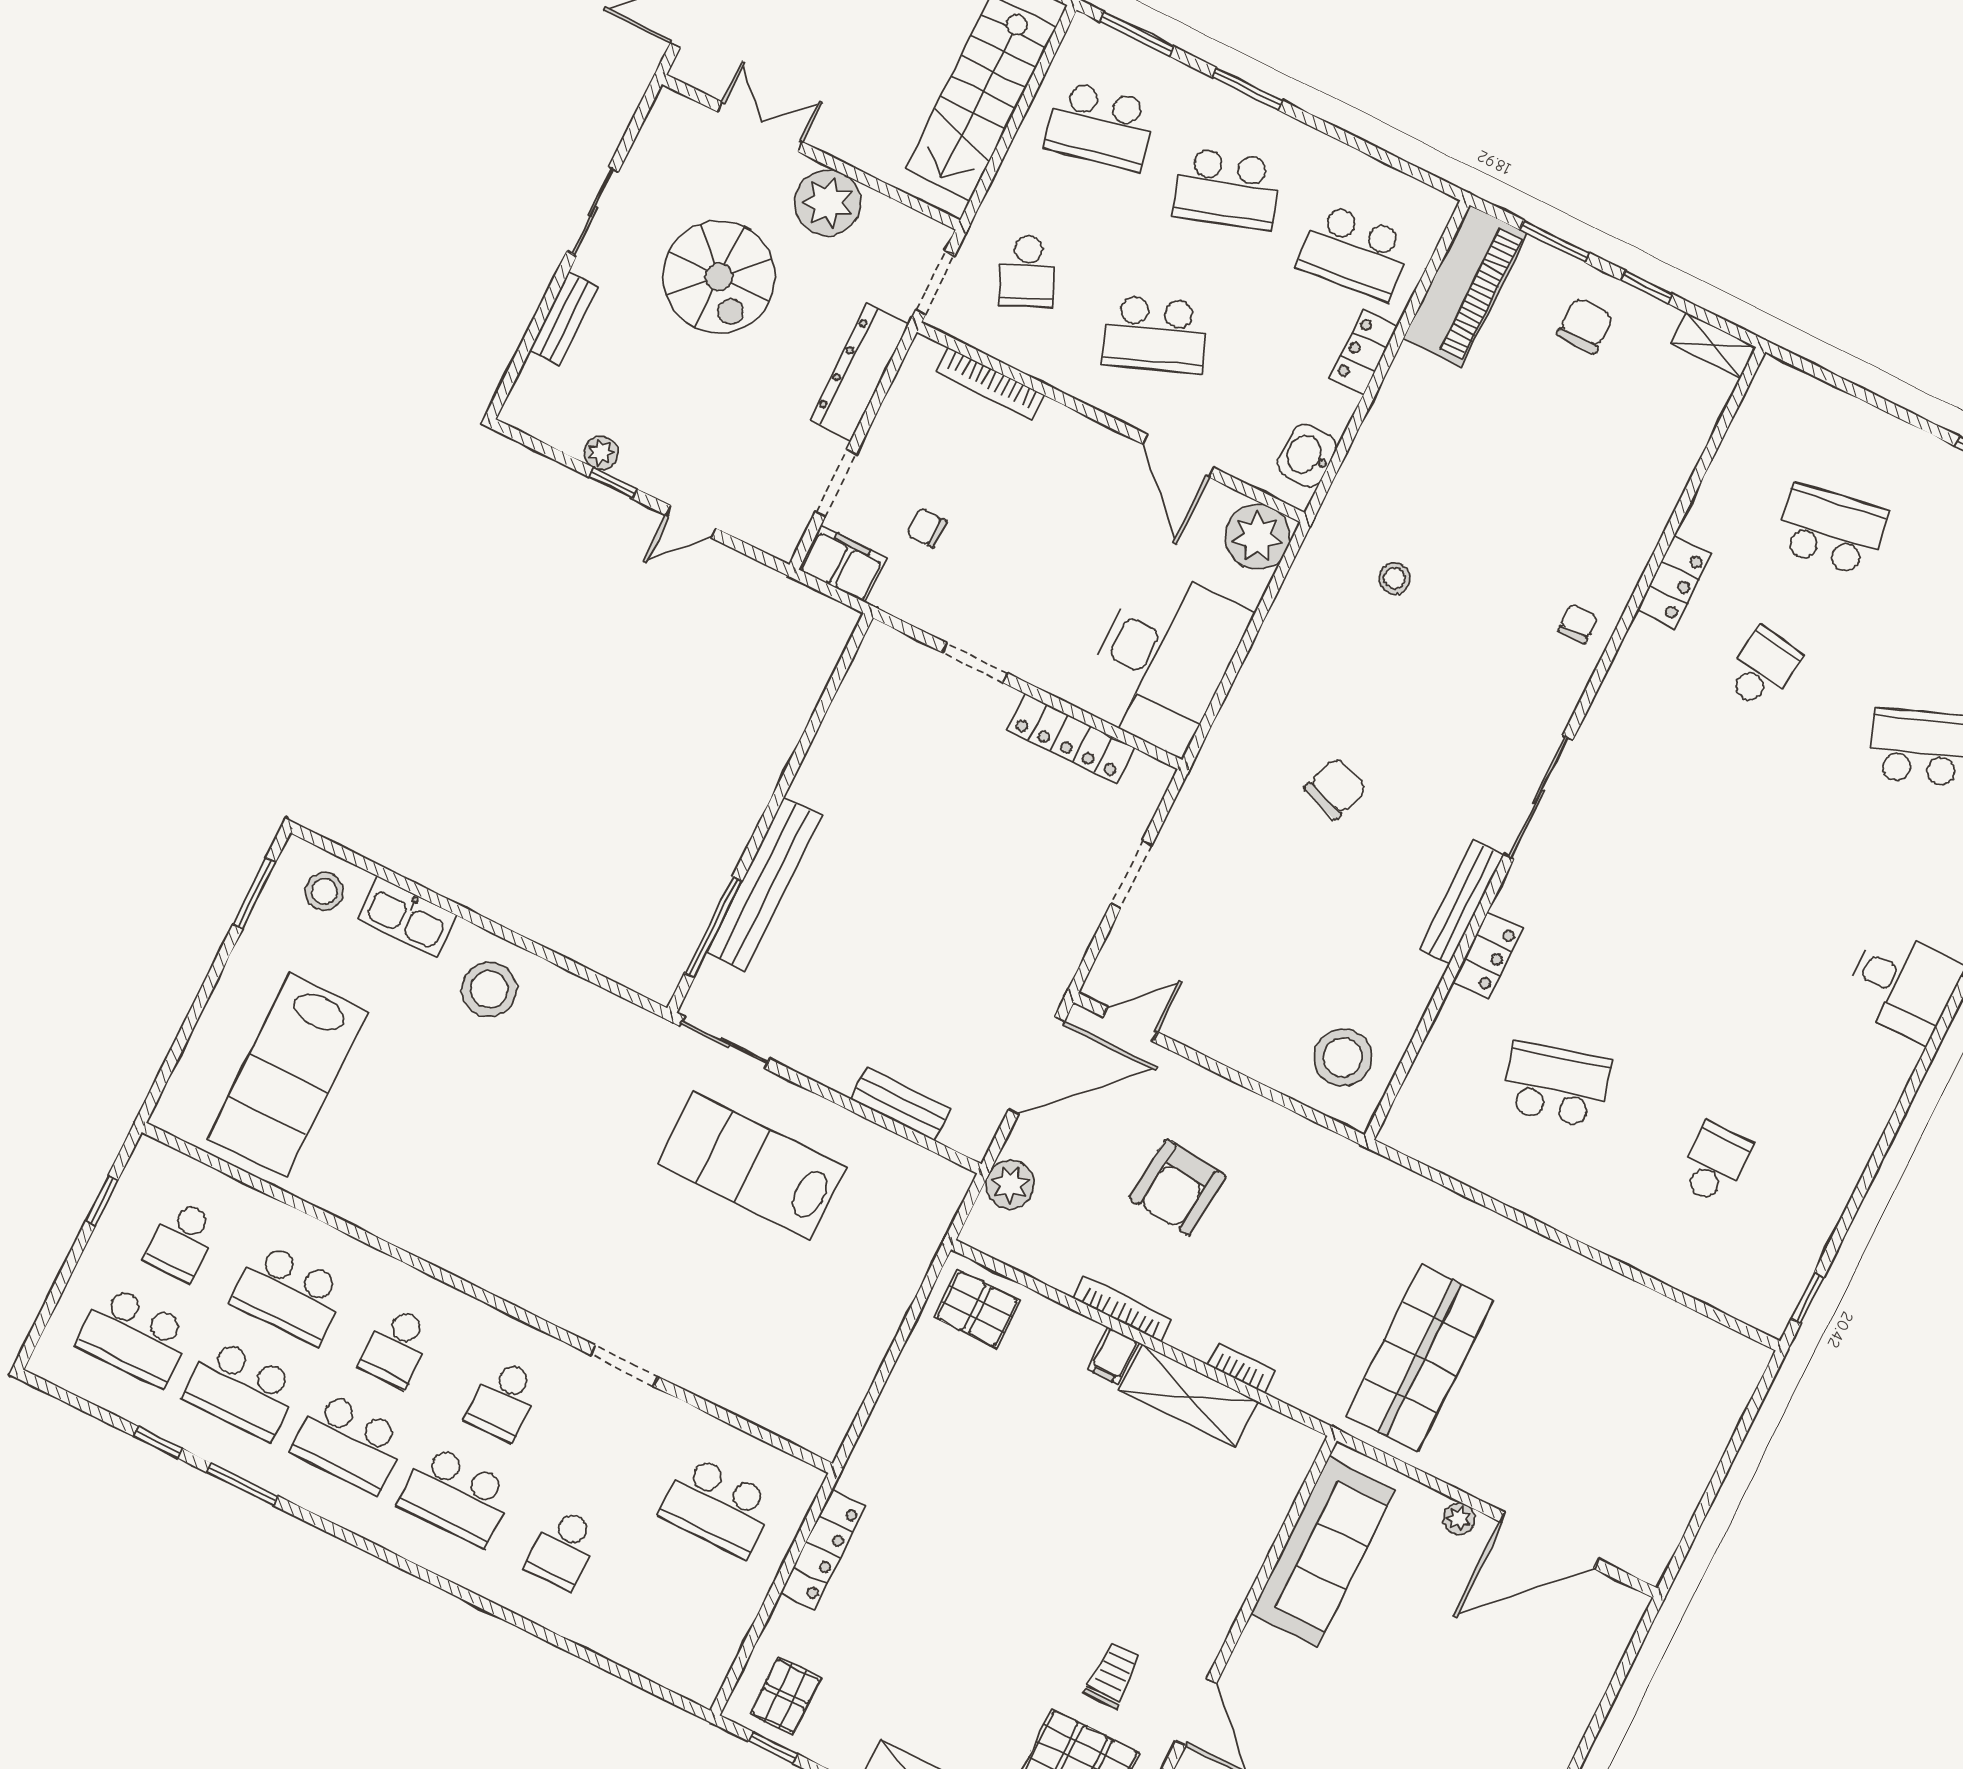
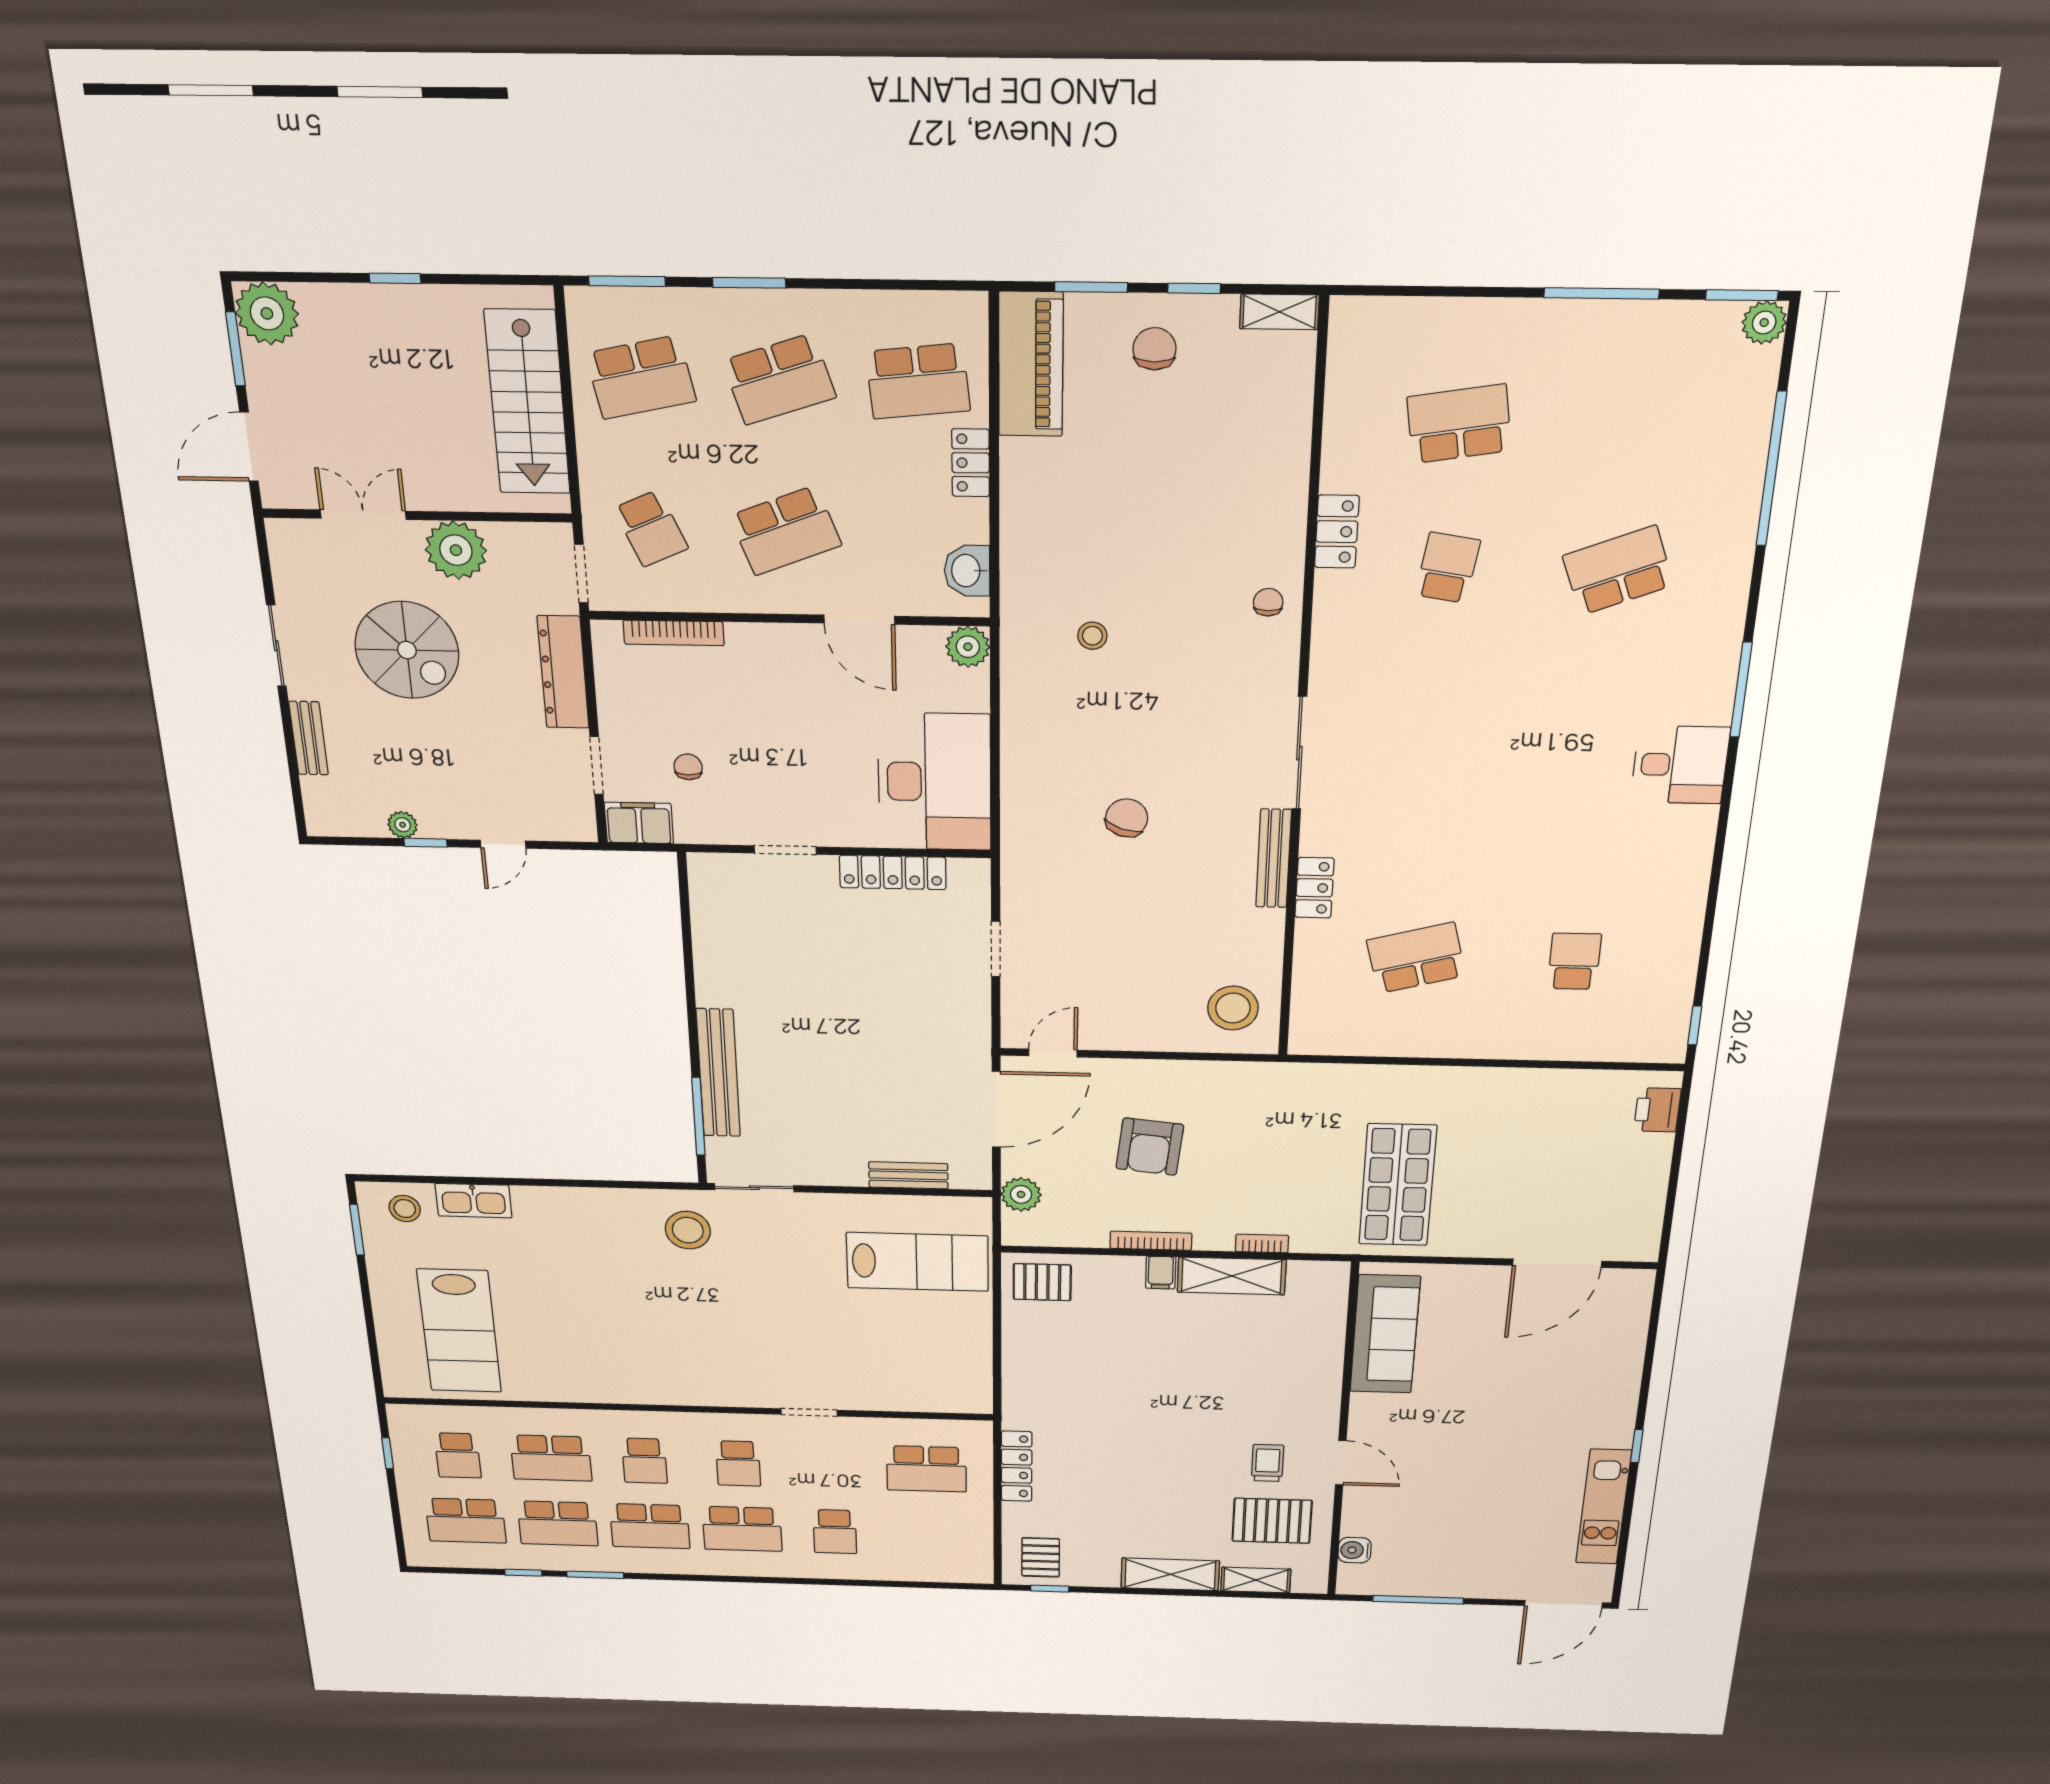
chair: (927, 528) -> (688, 767), turned 90
plant: (1257, 537) -> (968, 647), width x0.73, depth x0.73
stool: (489, 989) -> (688, 1230), moved
lab bench: (752, 1166) -> (917, 1262), moved, turned 180
printer: (1731, 1387) -> (1657, 1110), added
plant: (1459, 1519) -> (1480, 1276), removed

